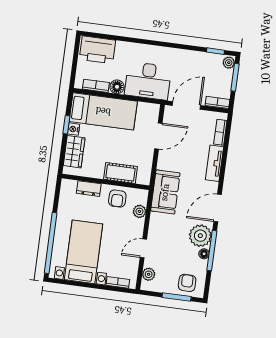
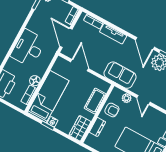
desk: (148, 81) -> (28, 48), moved, turned 180
wardrobe: (74, 152) -> (80, 128), moved, turned -90
door: (143, 248) -> (143, 100), moved

